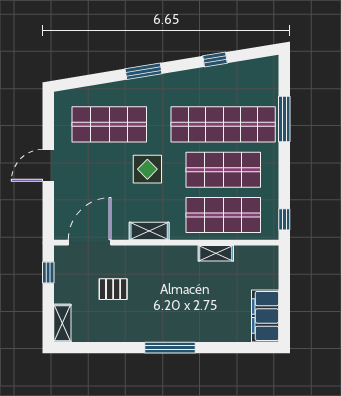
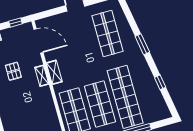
display table: (147, 169) -> (88, 62), removed
shelving: (216, 253) -> (42, 76), moved
pallet: (113, 289) -> (13, 71), moved

